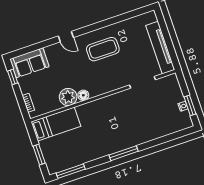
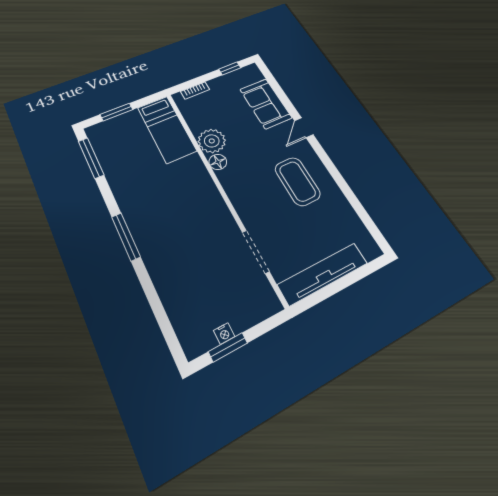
sofa: (29, 63) -> (266, 104), moved

